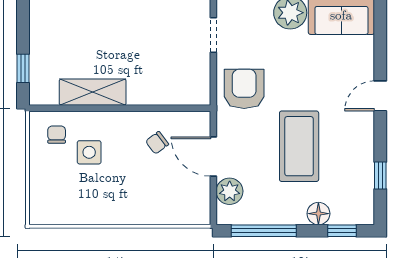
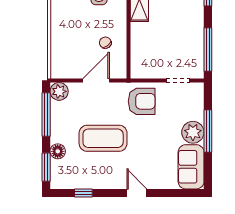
plant: (230, 191) -> (59, 91), moved
window: (342, 231) -> (46, 167), width x1.50

